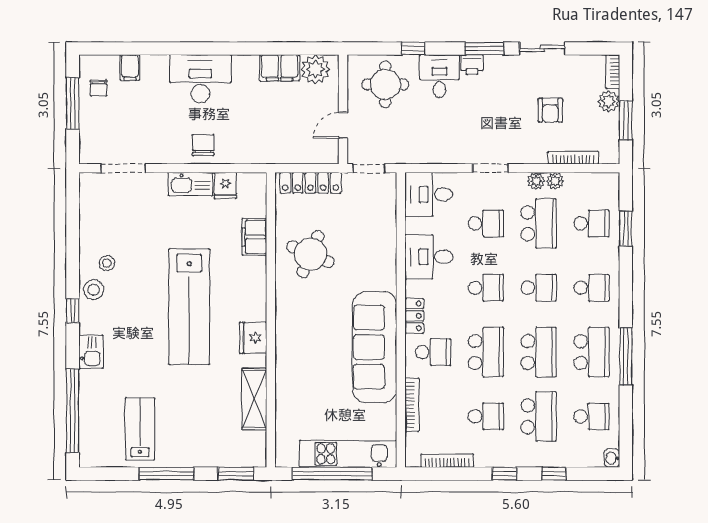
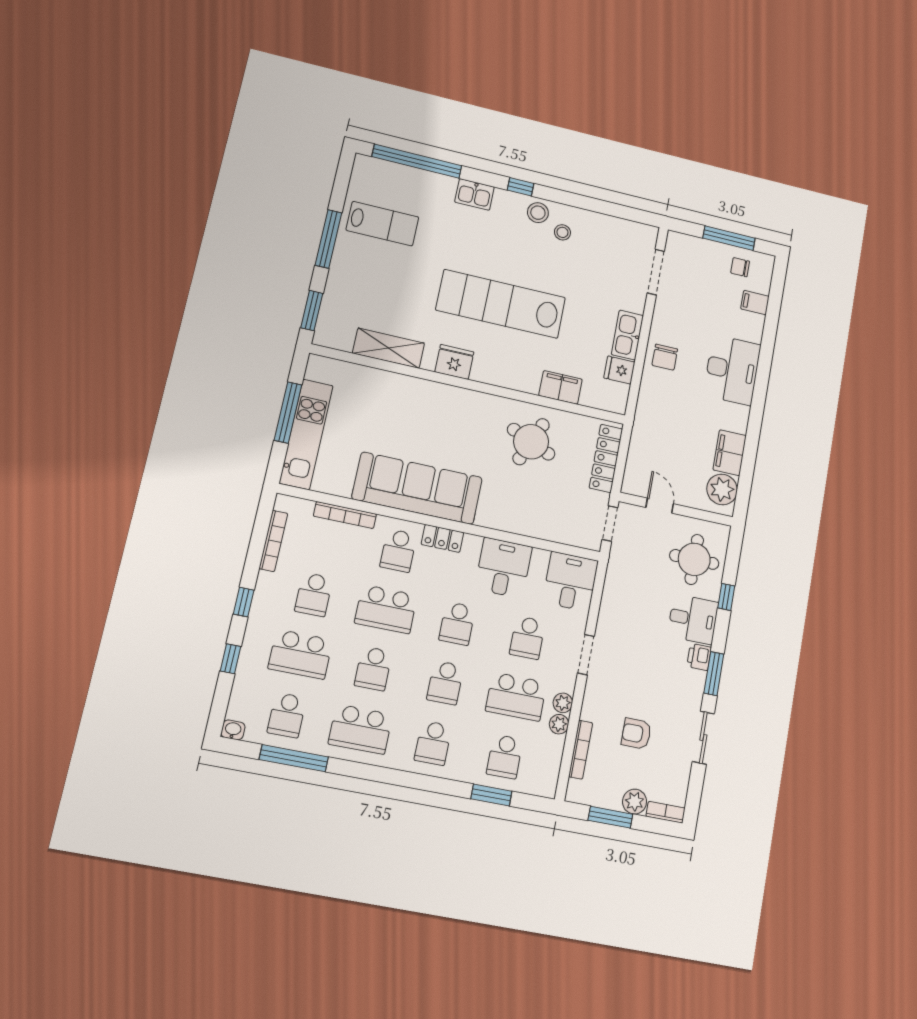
chair: (203, 145) -> (665, 357), turned 90
school desk: (539, 352) -> (373, 669), width x0.54
window: (626, 356) -> (294, 758), moved
window: (332, 474) -> (288, 412), width x0.68

